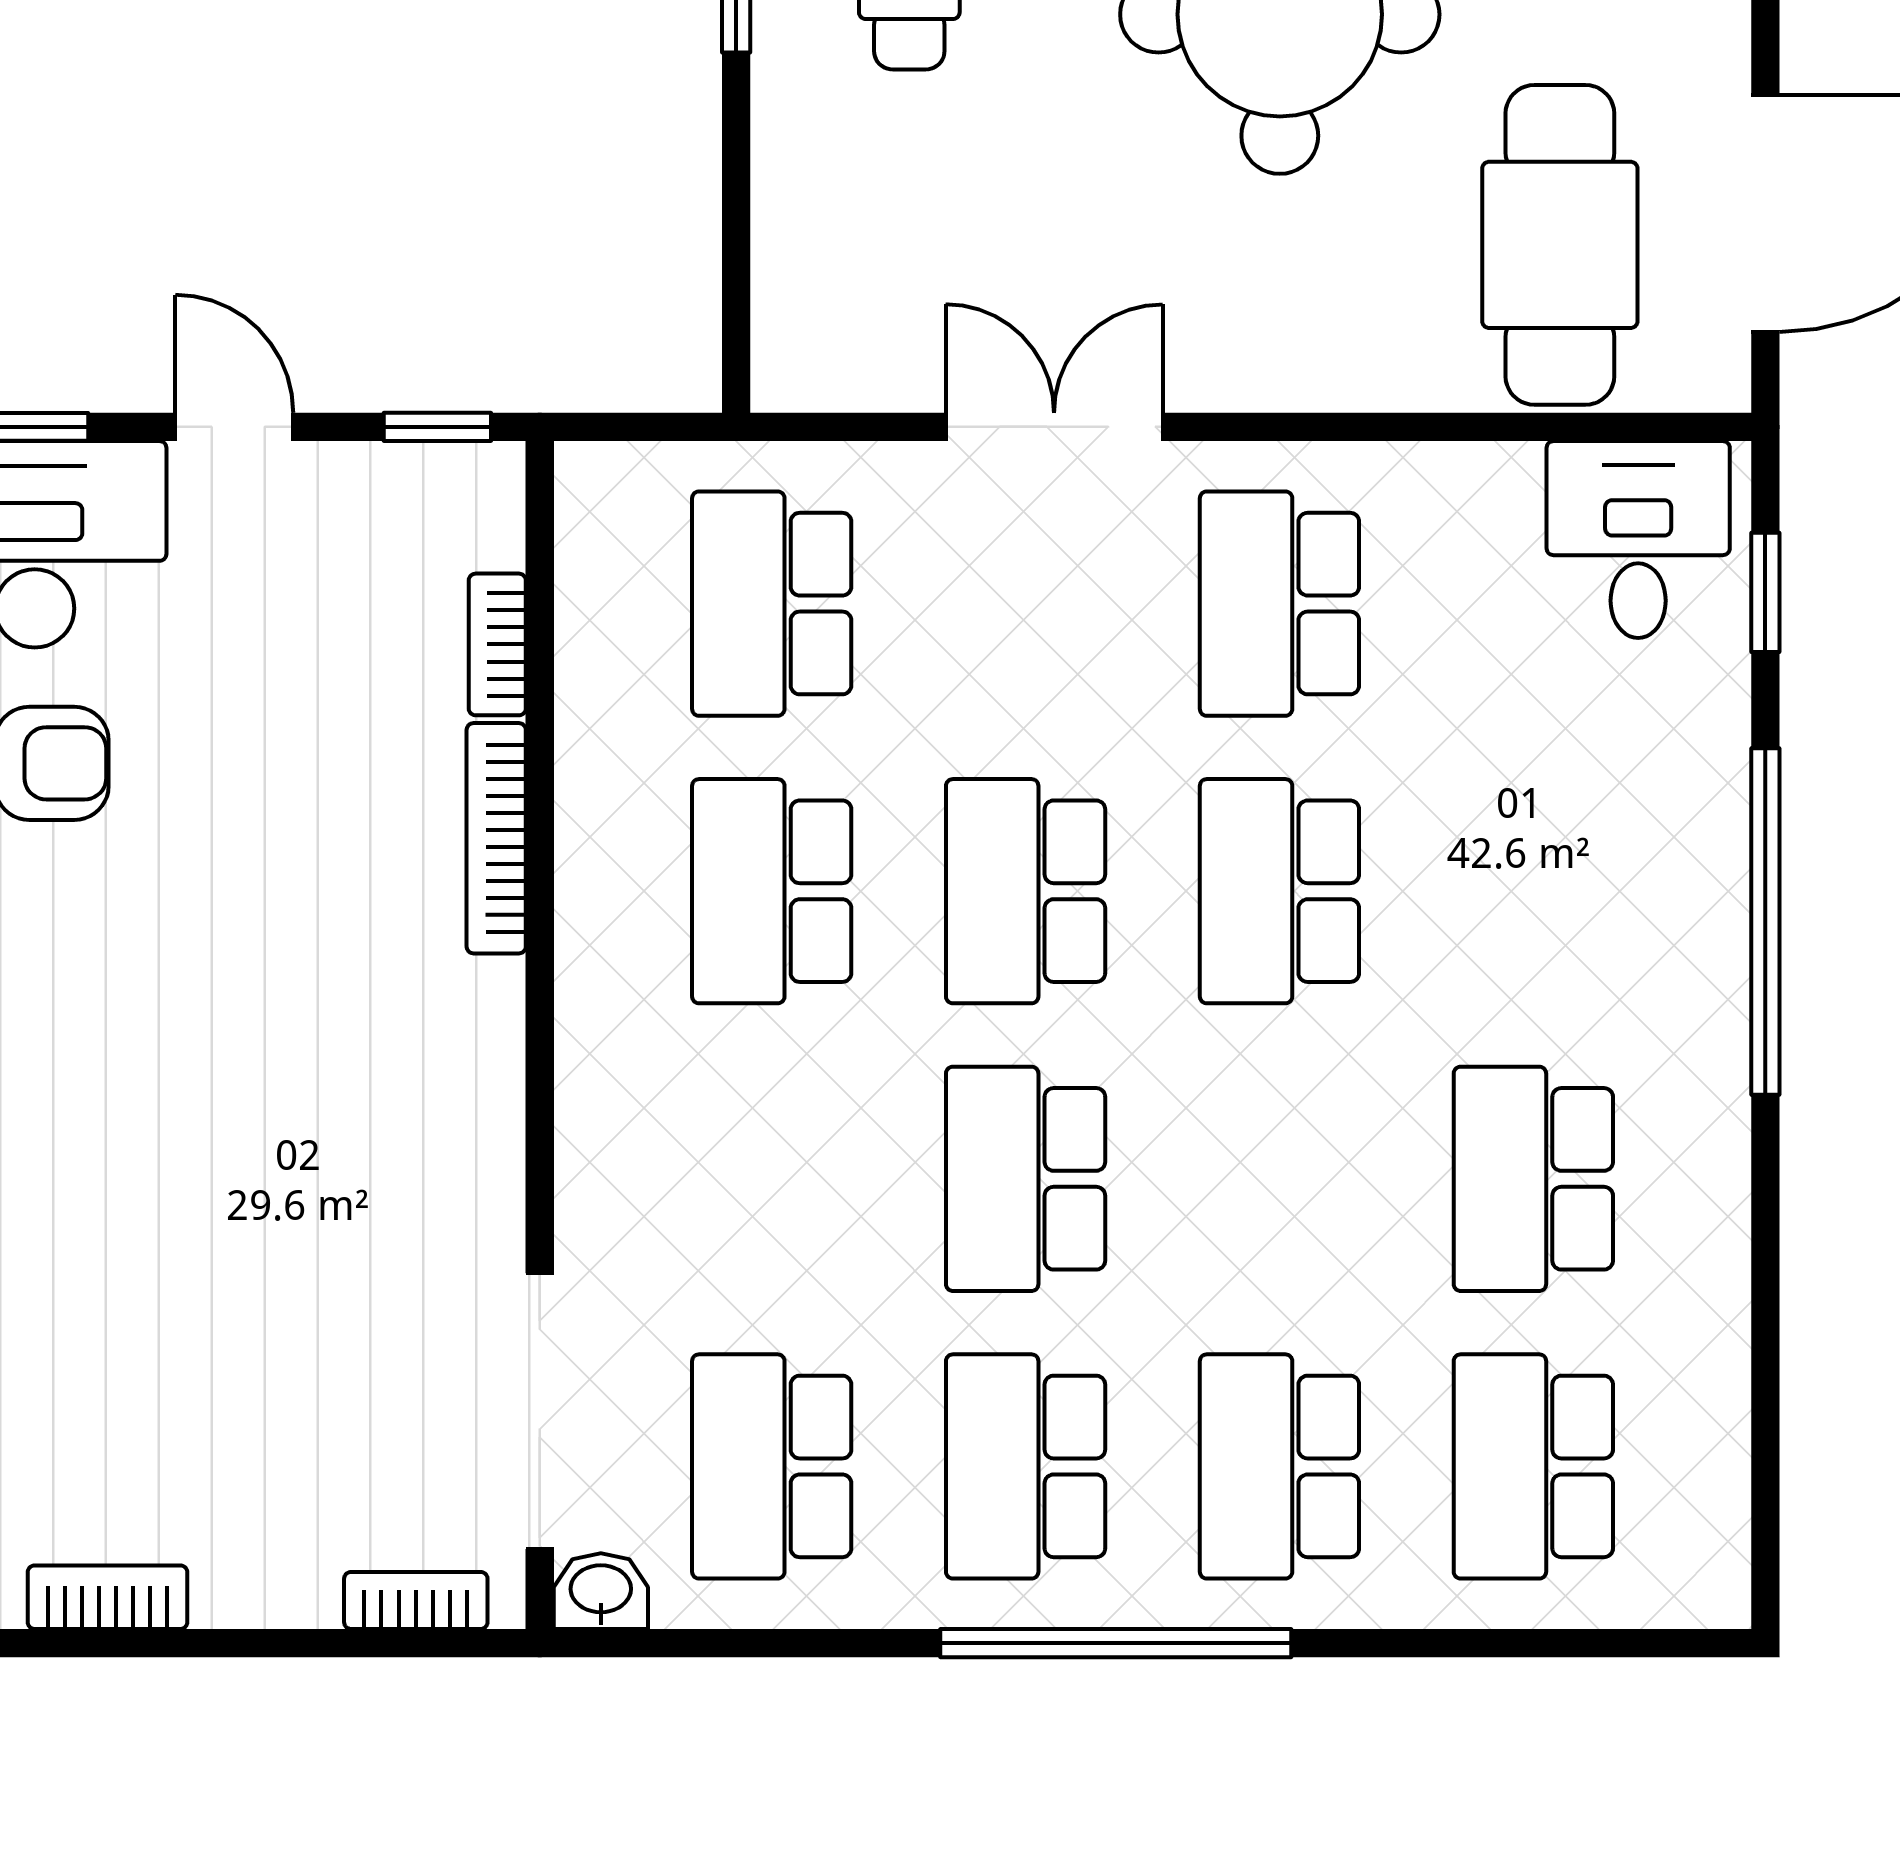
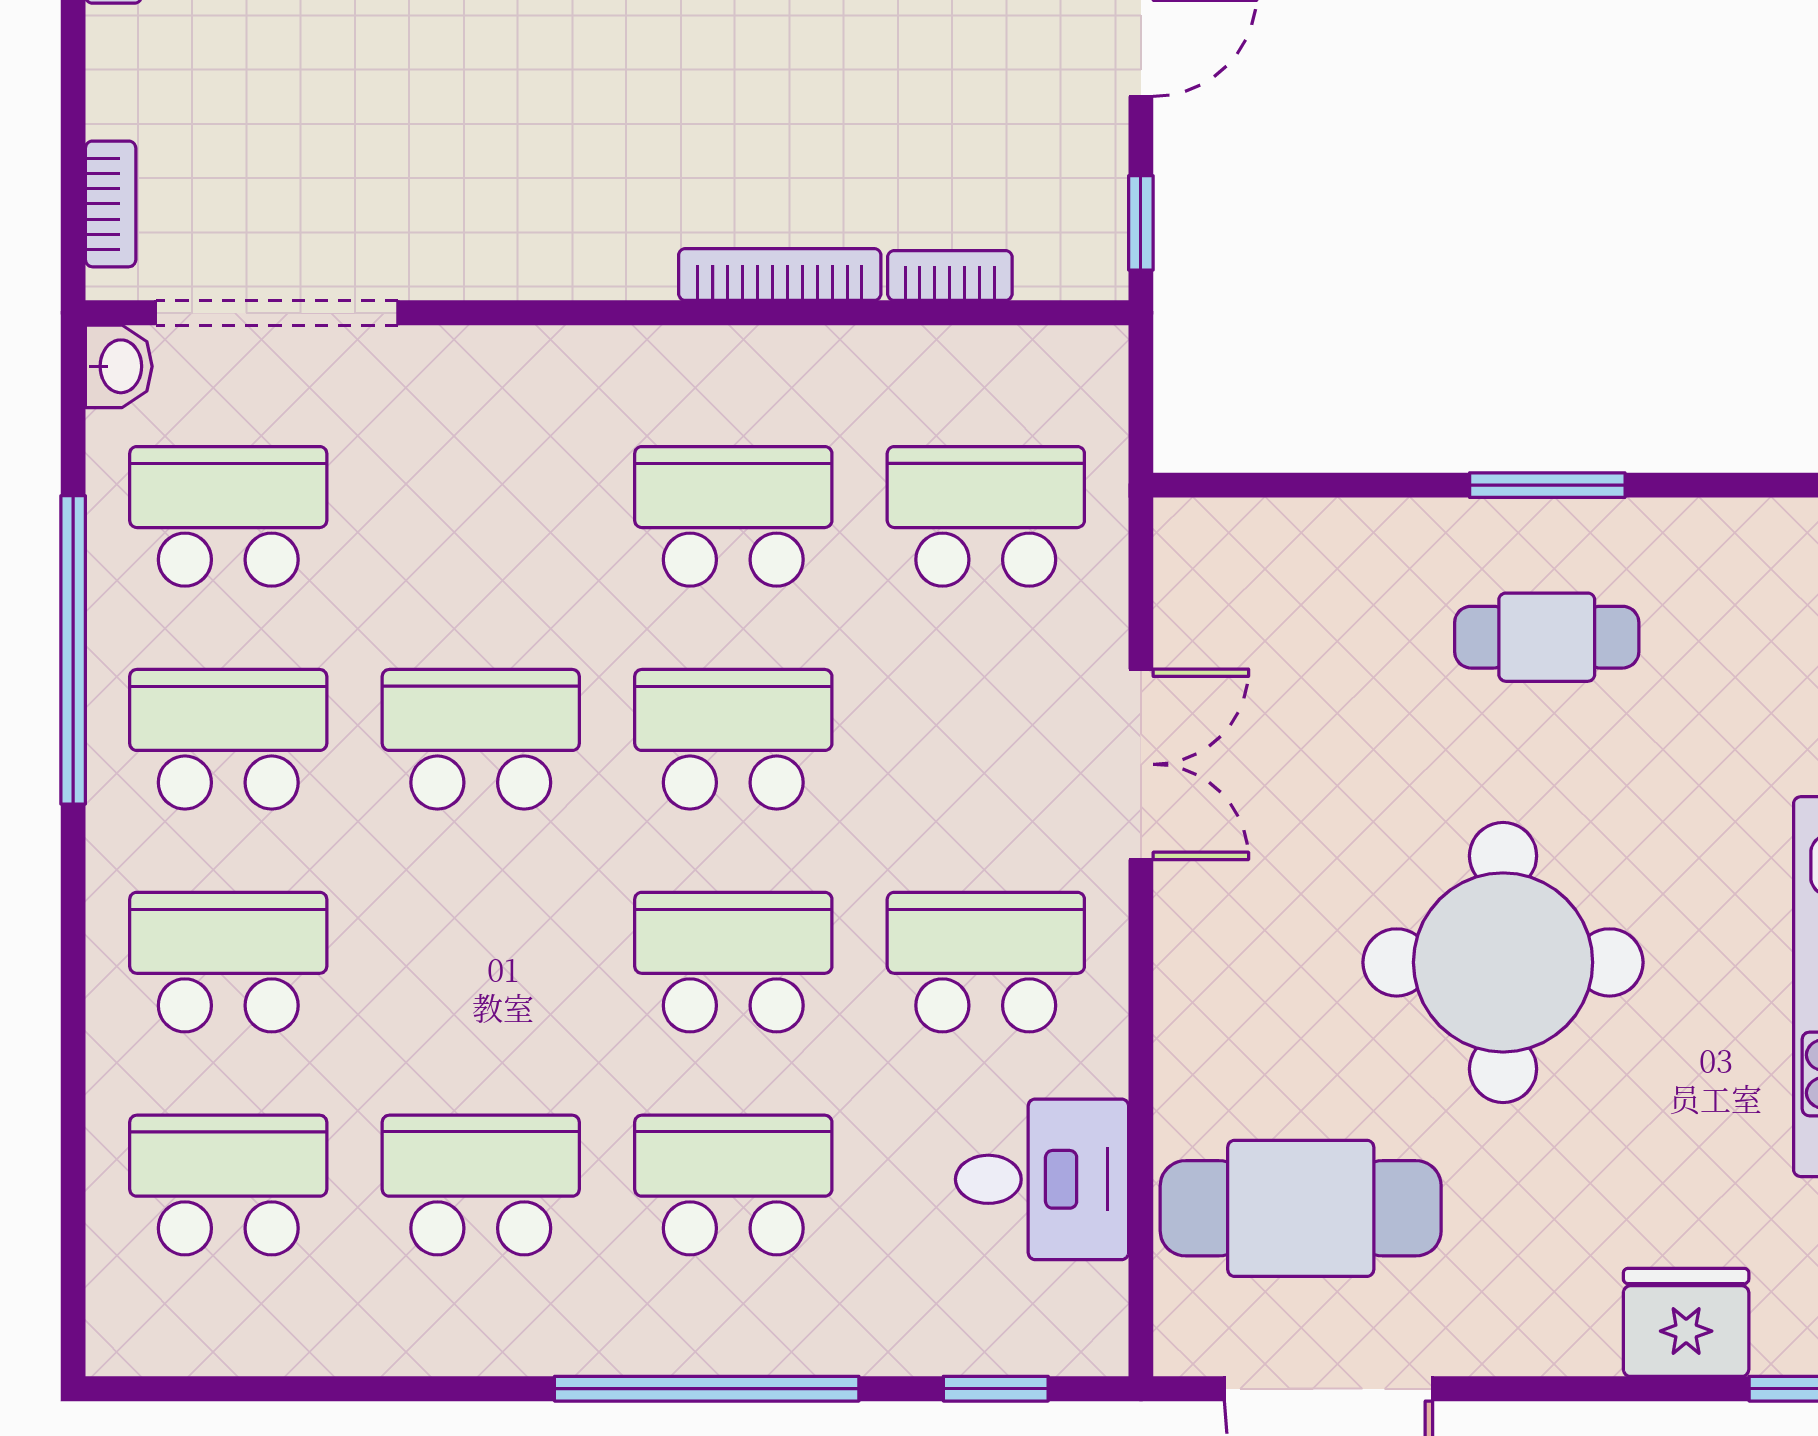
desk: (1638, 540) -> (1042, 1179), moved
school desk: (1533, 891) -> (733, 1185), added
window: (1116, 1643) -> (73, 650), moved

